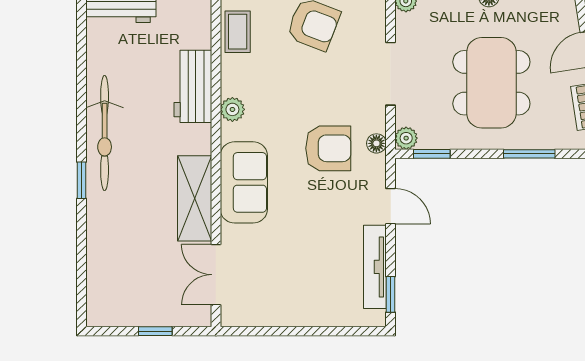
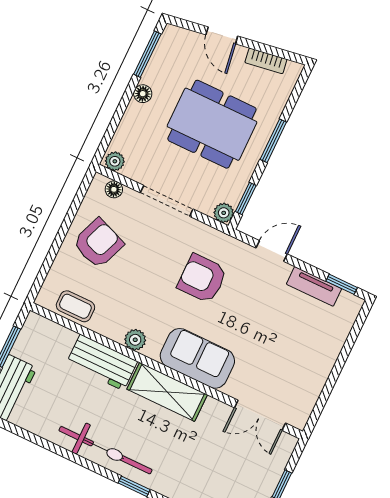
floor lamp: (376, 143) -> (114, 189), moved
armchair: (328, 148) -> (202, 278), turned -90
window: (529, 154) -> (273, 141), moved
shelving: (195, 198) -> (167, 392), moved
tv unit: (375, 267) -> (314, 286), width x0.71

